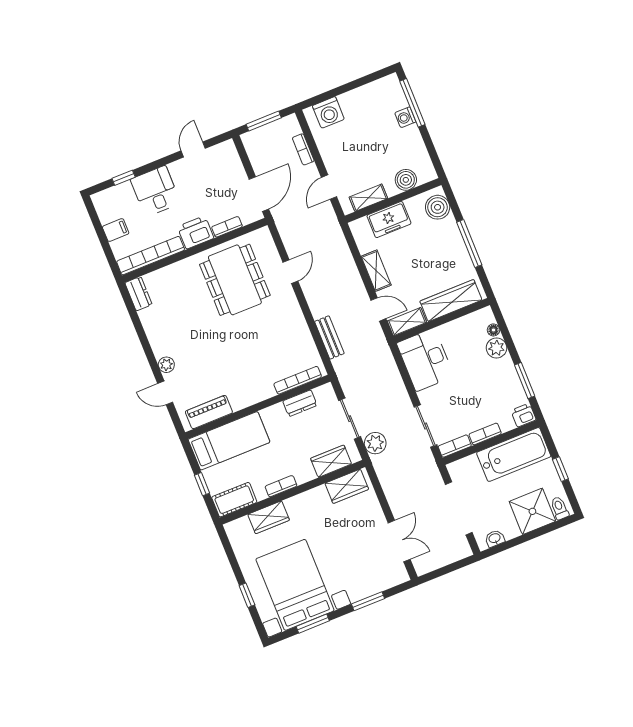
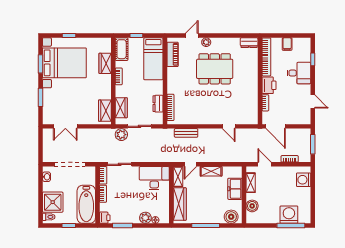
washing machine: (405, 117) -> (289, 215), width x1.89, depth x1.89
dining table: (235, 280) -> (215, 69), moved

